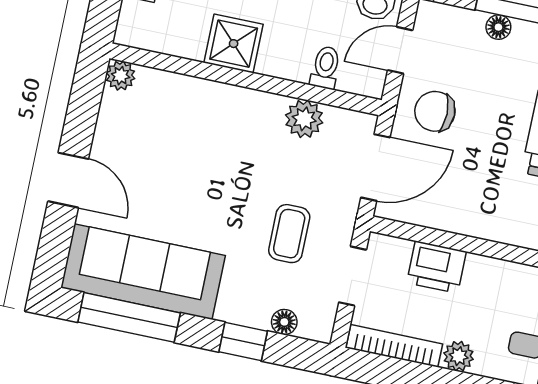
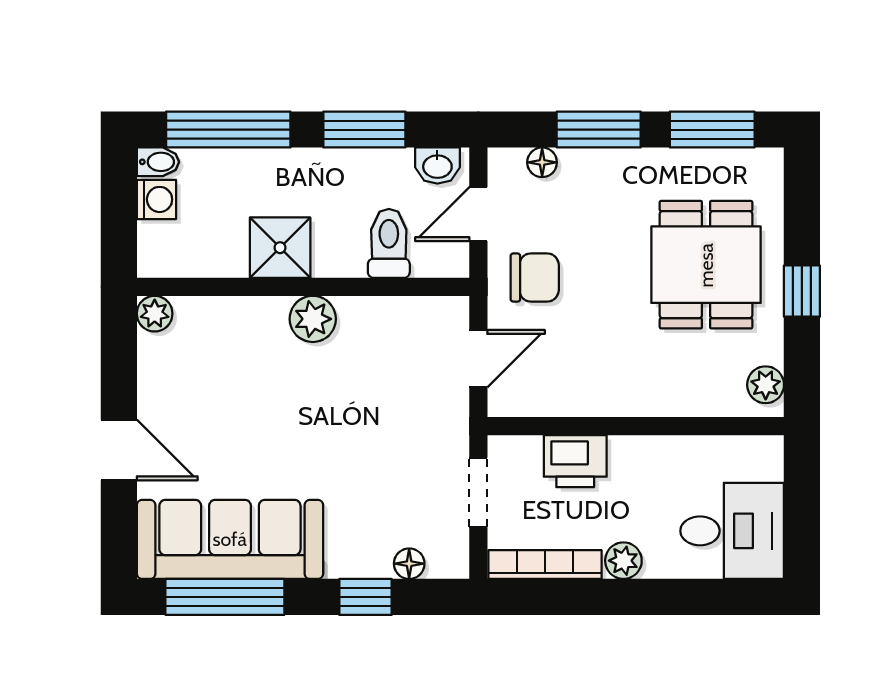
floor lamp: (498, 27) -> (542, 162), moved
toilet: (325, 67) -> (389, 243), width x1.37, depth x1.39
chair: (435, 111) -> (535, 278), turned 180
plant: (304, 119) -> (313, 319), moved
door: (375, 167) -> (478, 359), width x0.73
coffee table: (289, 234) -> (393, 458), removed

